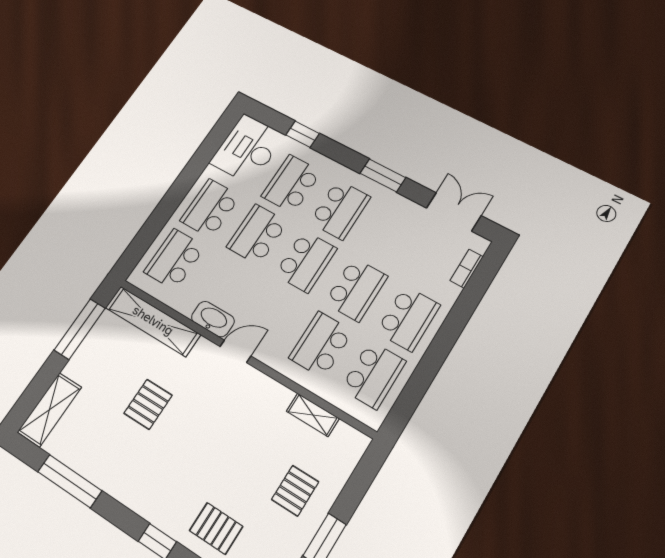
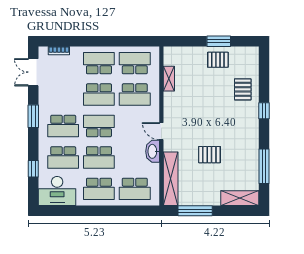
school desk: (340, 210) -> (63, 126), turned 180
school desk: (356, 289) -> (99, 95), turned 180
pallet: (295, 491) -> (218, 60), moved

